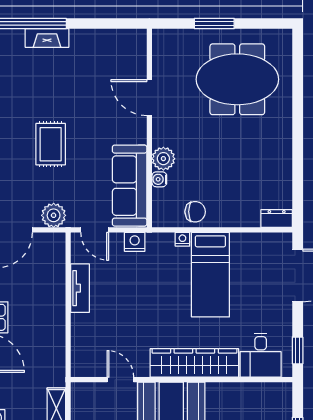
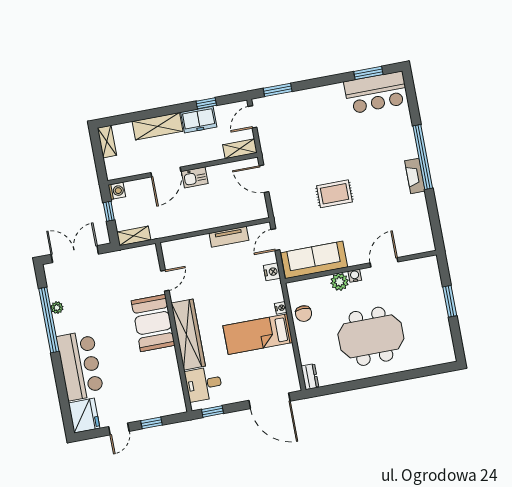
meeting table: (237, 79) -> (371, 336), moved, turned 90
water cooler: (159, 179) -> (355, 276), moved
plant: (54, 215) -> (281, 206), removed

